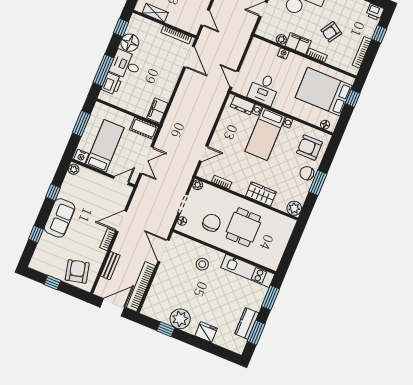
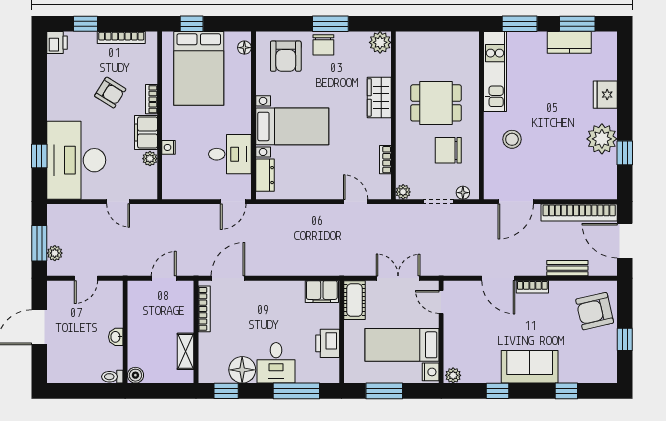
printer: (112, 84) -> (328, 343), moved, turned -90

